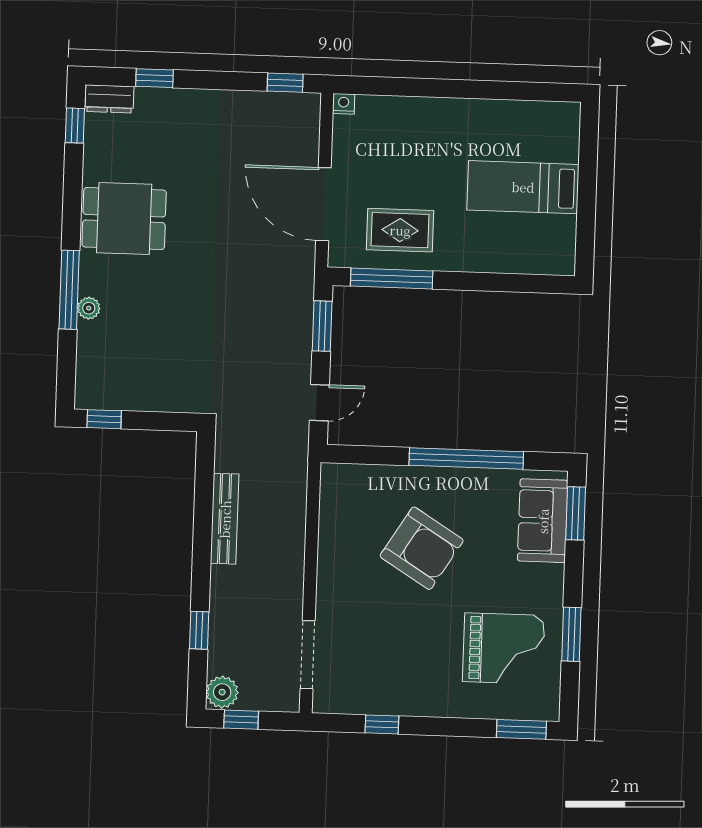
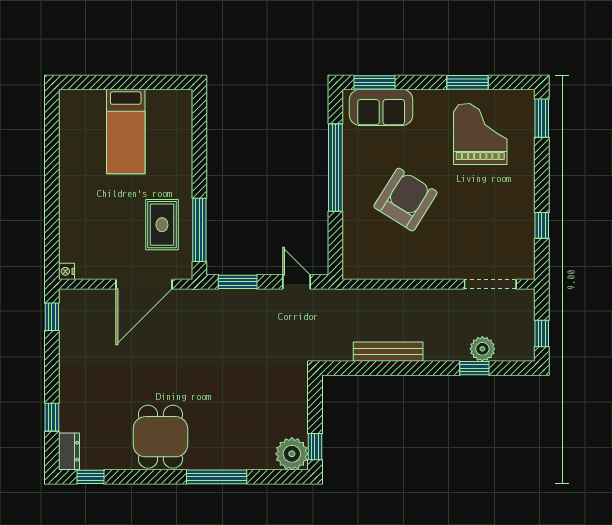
plant: (89, 308) -> (292, 454), moved, width x1.87, depth x1.87
plant: (222, 692) -> (482, 349), moved

